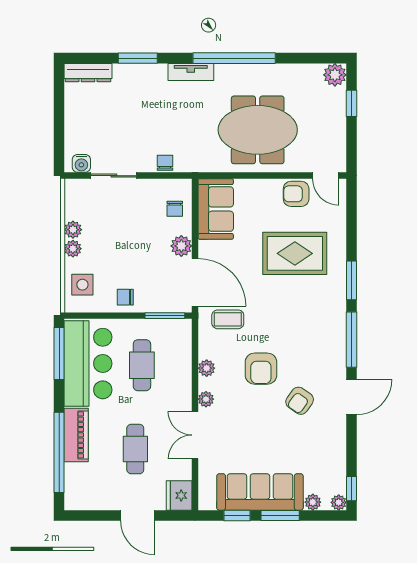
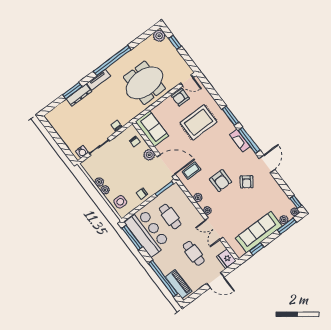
dresser: (88, 73) -> (79, 95), moved
fireplace: (337, 329) -> (240, 140), added
piano: (76, 435) -> (179, 284), moved
window: (280, 515) -> (287, 226), moved

